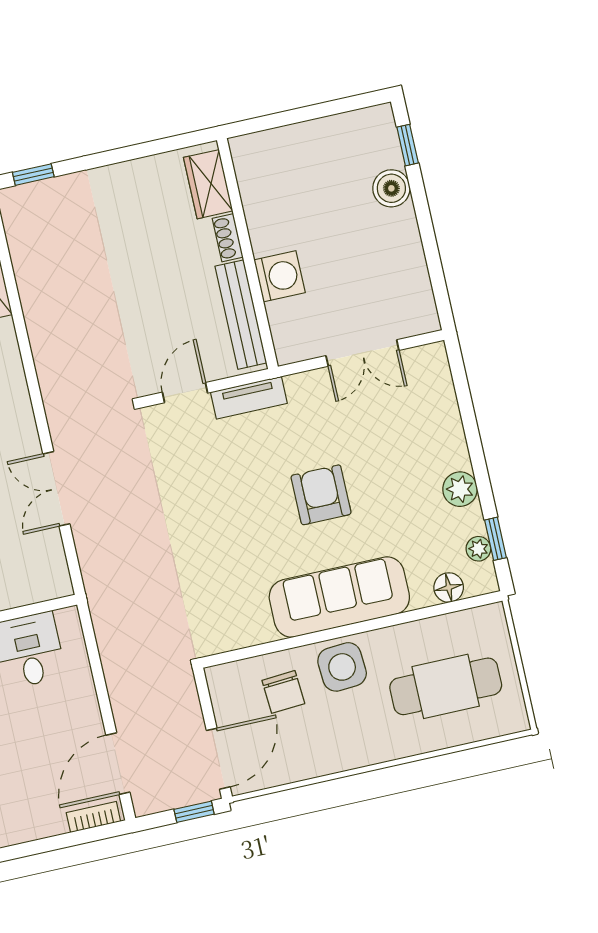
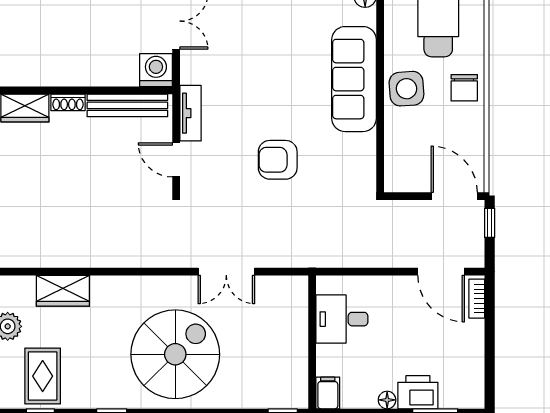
washing machine: (280, 276) -> (156, 70), moved
armchair: (321, 495) -> (278, 160), moved
chair: (283, 692) -> (464, 88), moved, turned 94

